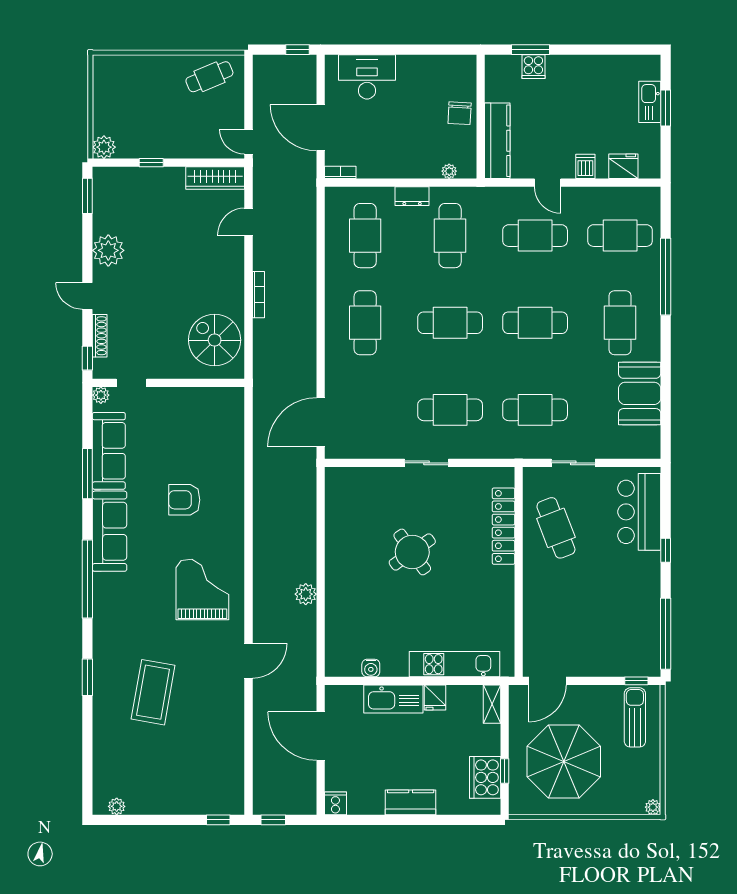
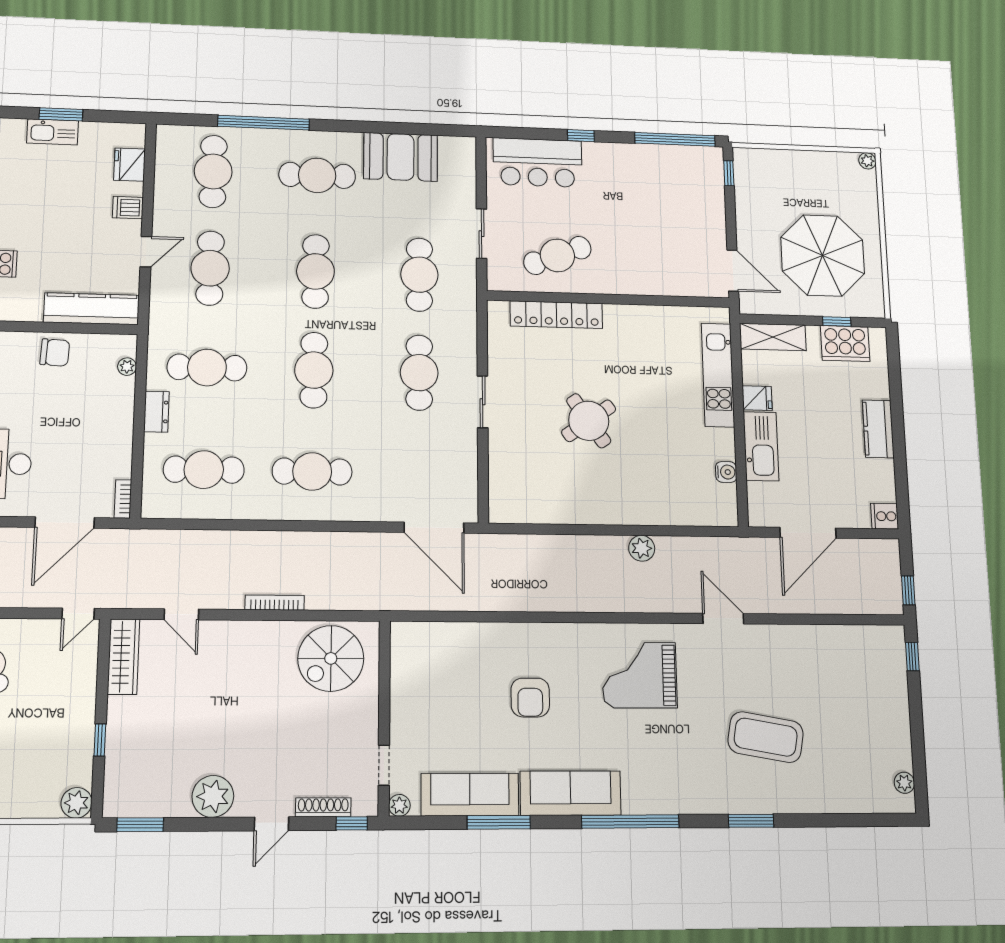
shelving: (492, 704) -> (773, 337), width x1.50, depth x1.33
sun lounger: (635, 717) -> (770, 176), removed

